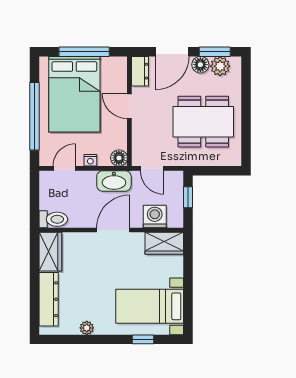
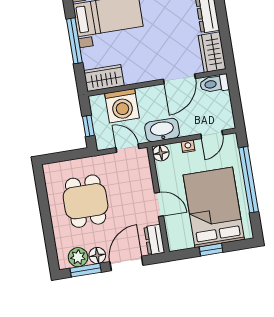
window: (84, 52) -> (211, 250), width x0.46
dining table: (203, 122) -> (86, 201), width x0.73
washing machine: (155, 217) -> (122, 106), width x1.37, depth x1.37
door: (113, 230) -> (179, 79), moved
window: (188, 286) -> (74, 41), added

